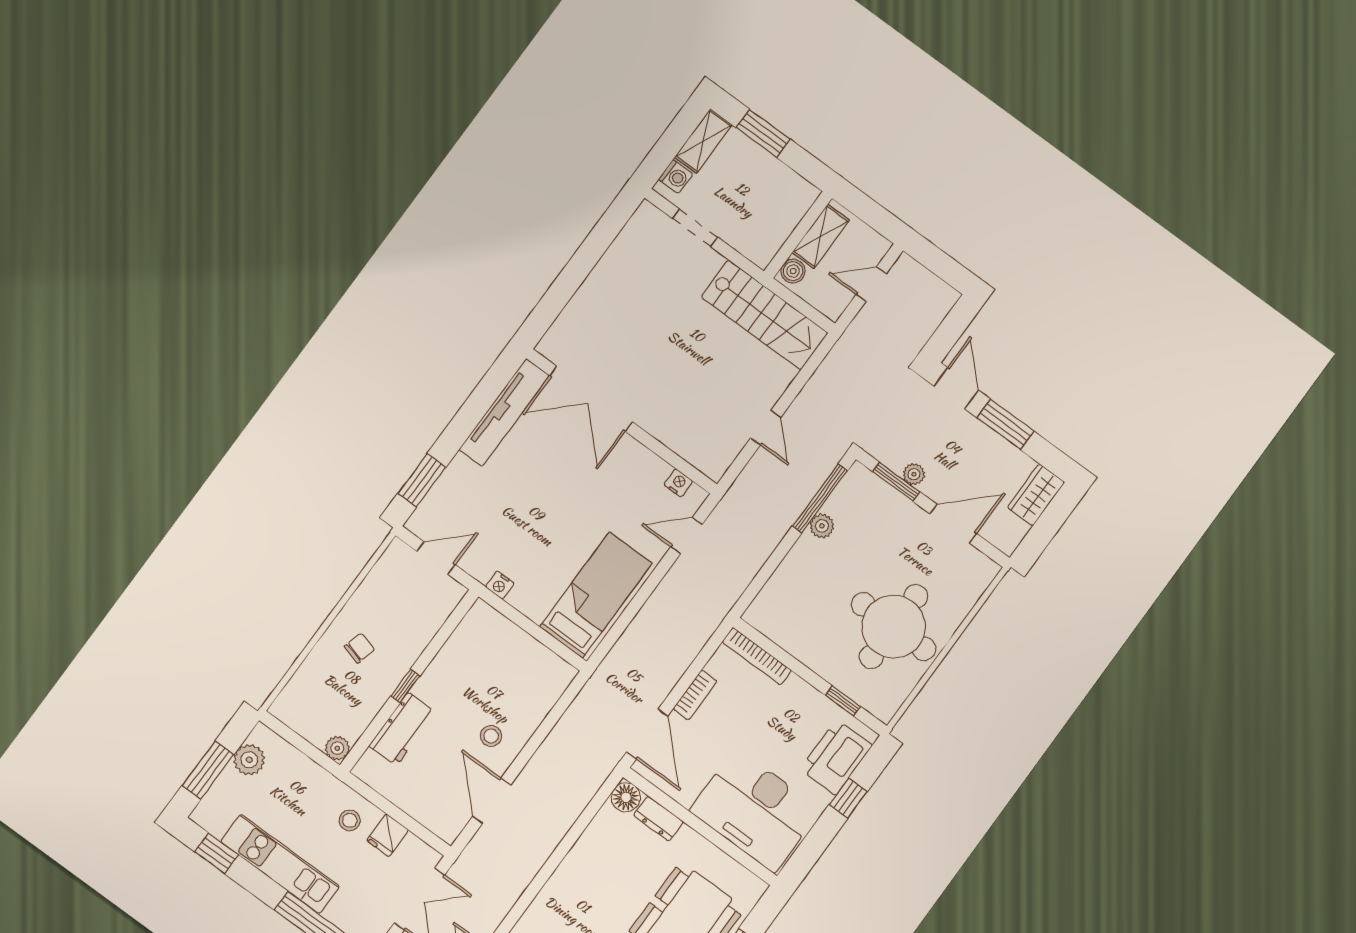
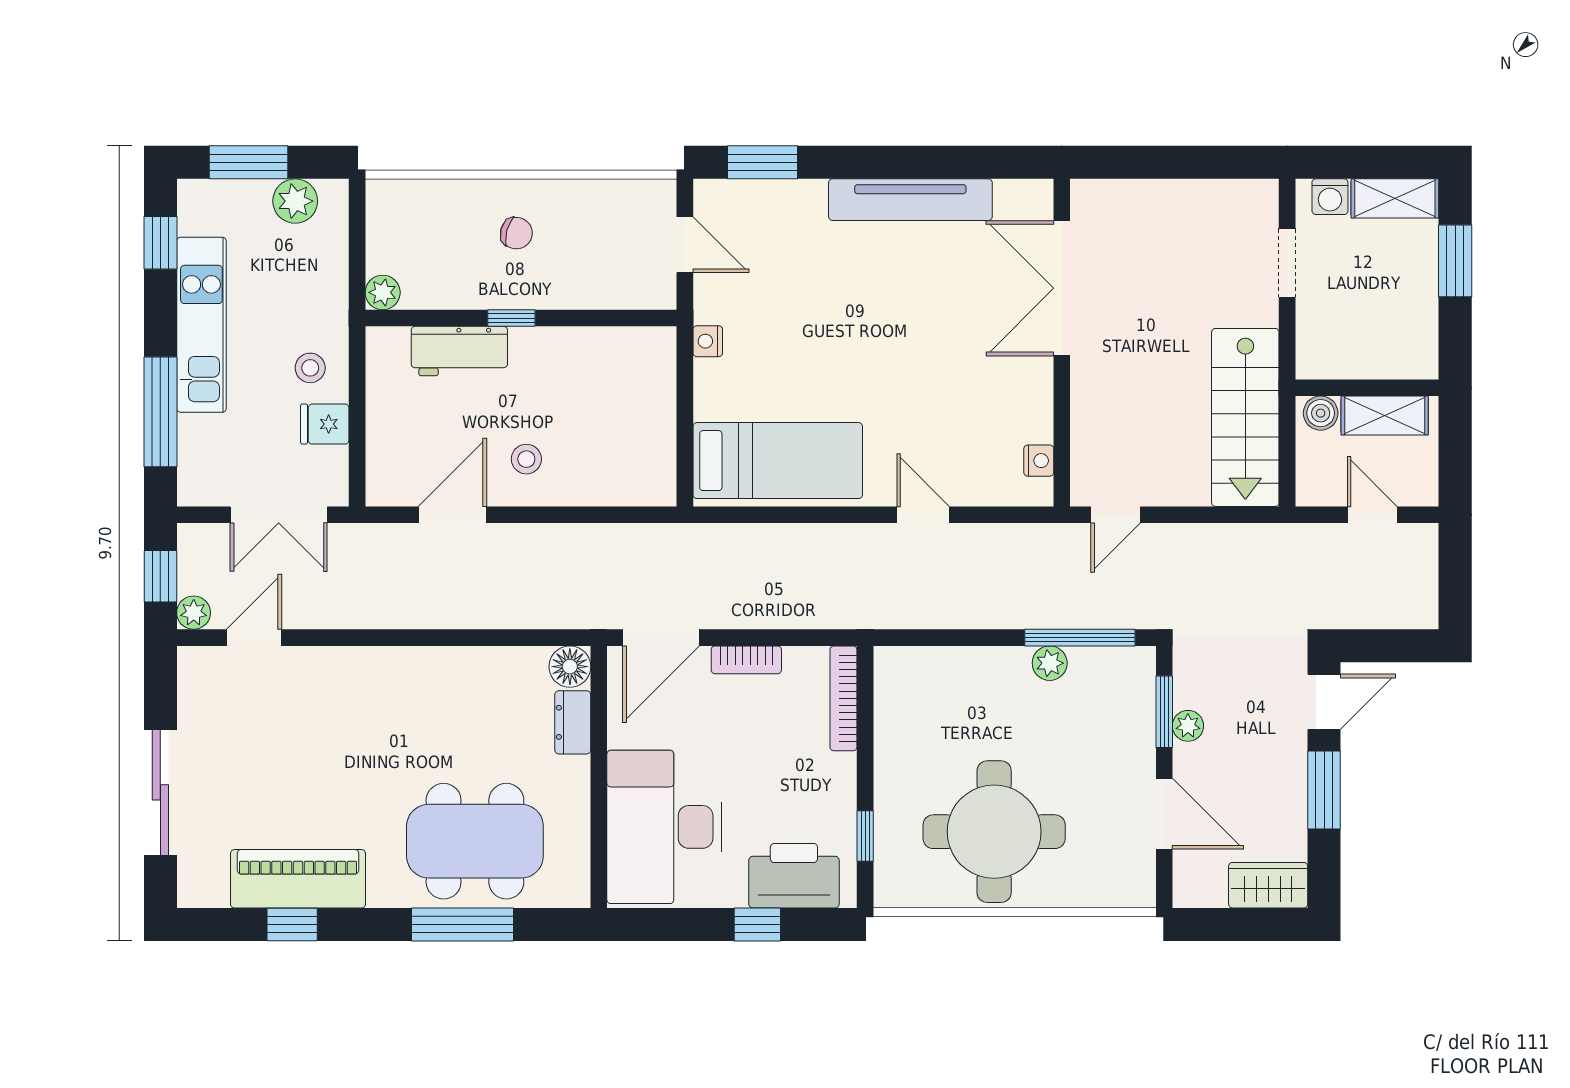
double door: (591, 399) -> (1062, 288), moved
wall: (622, 421) -> (1062, 343), moved
nightstand: (678, 483) -> (1039, 461), moved

